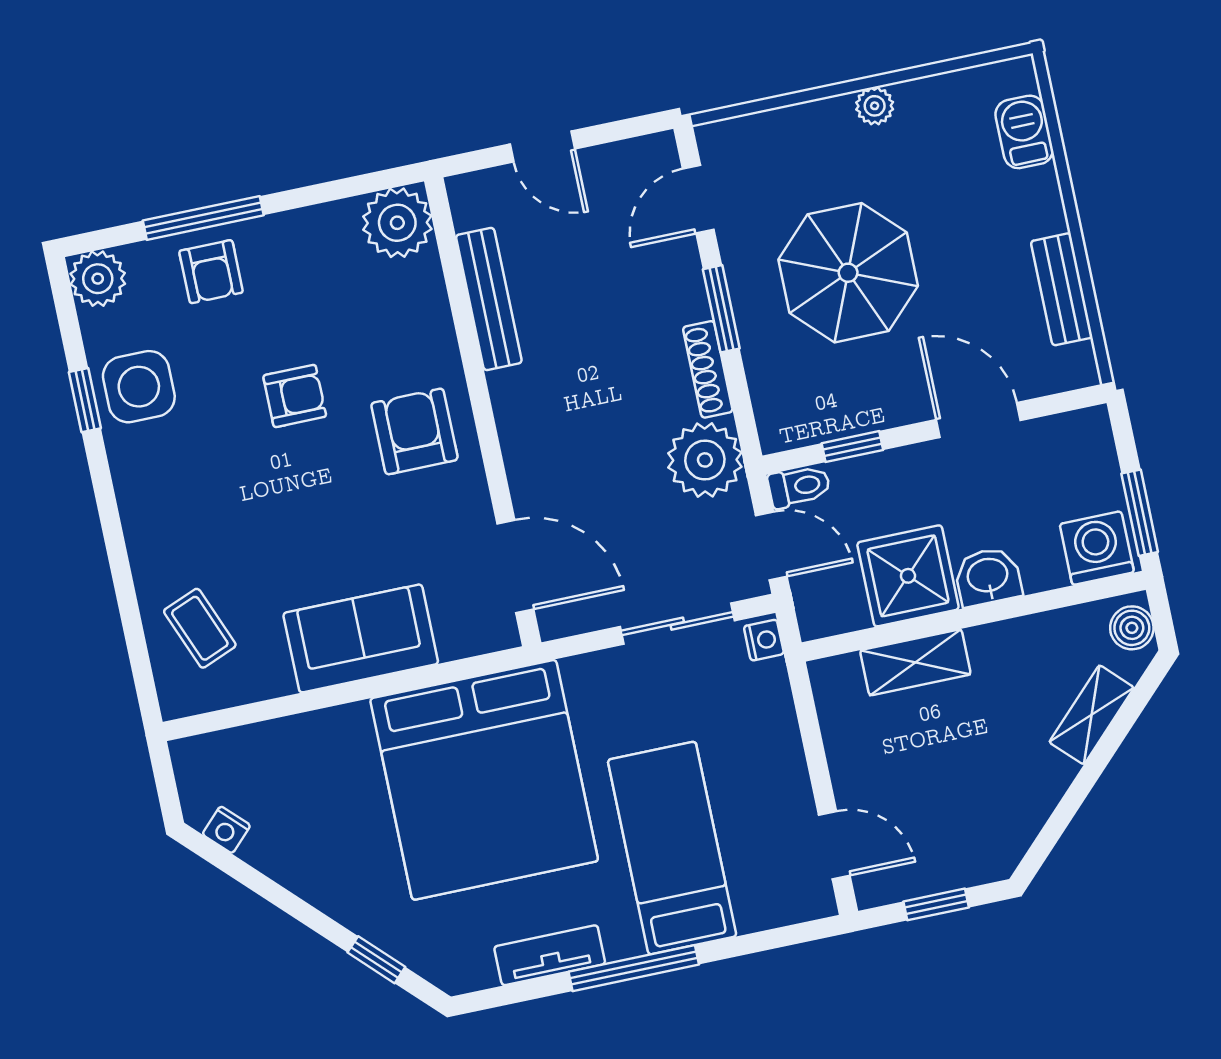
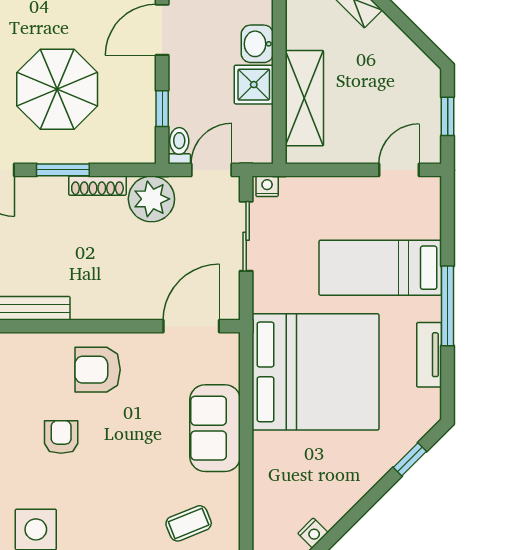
shower: (908, 576) -> (254, 85), width x0.73, depth x0.73
shelving: (915, 662) -> (304, 98), width x1.50, depth x1.33

